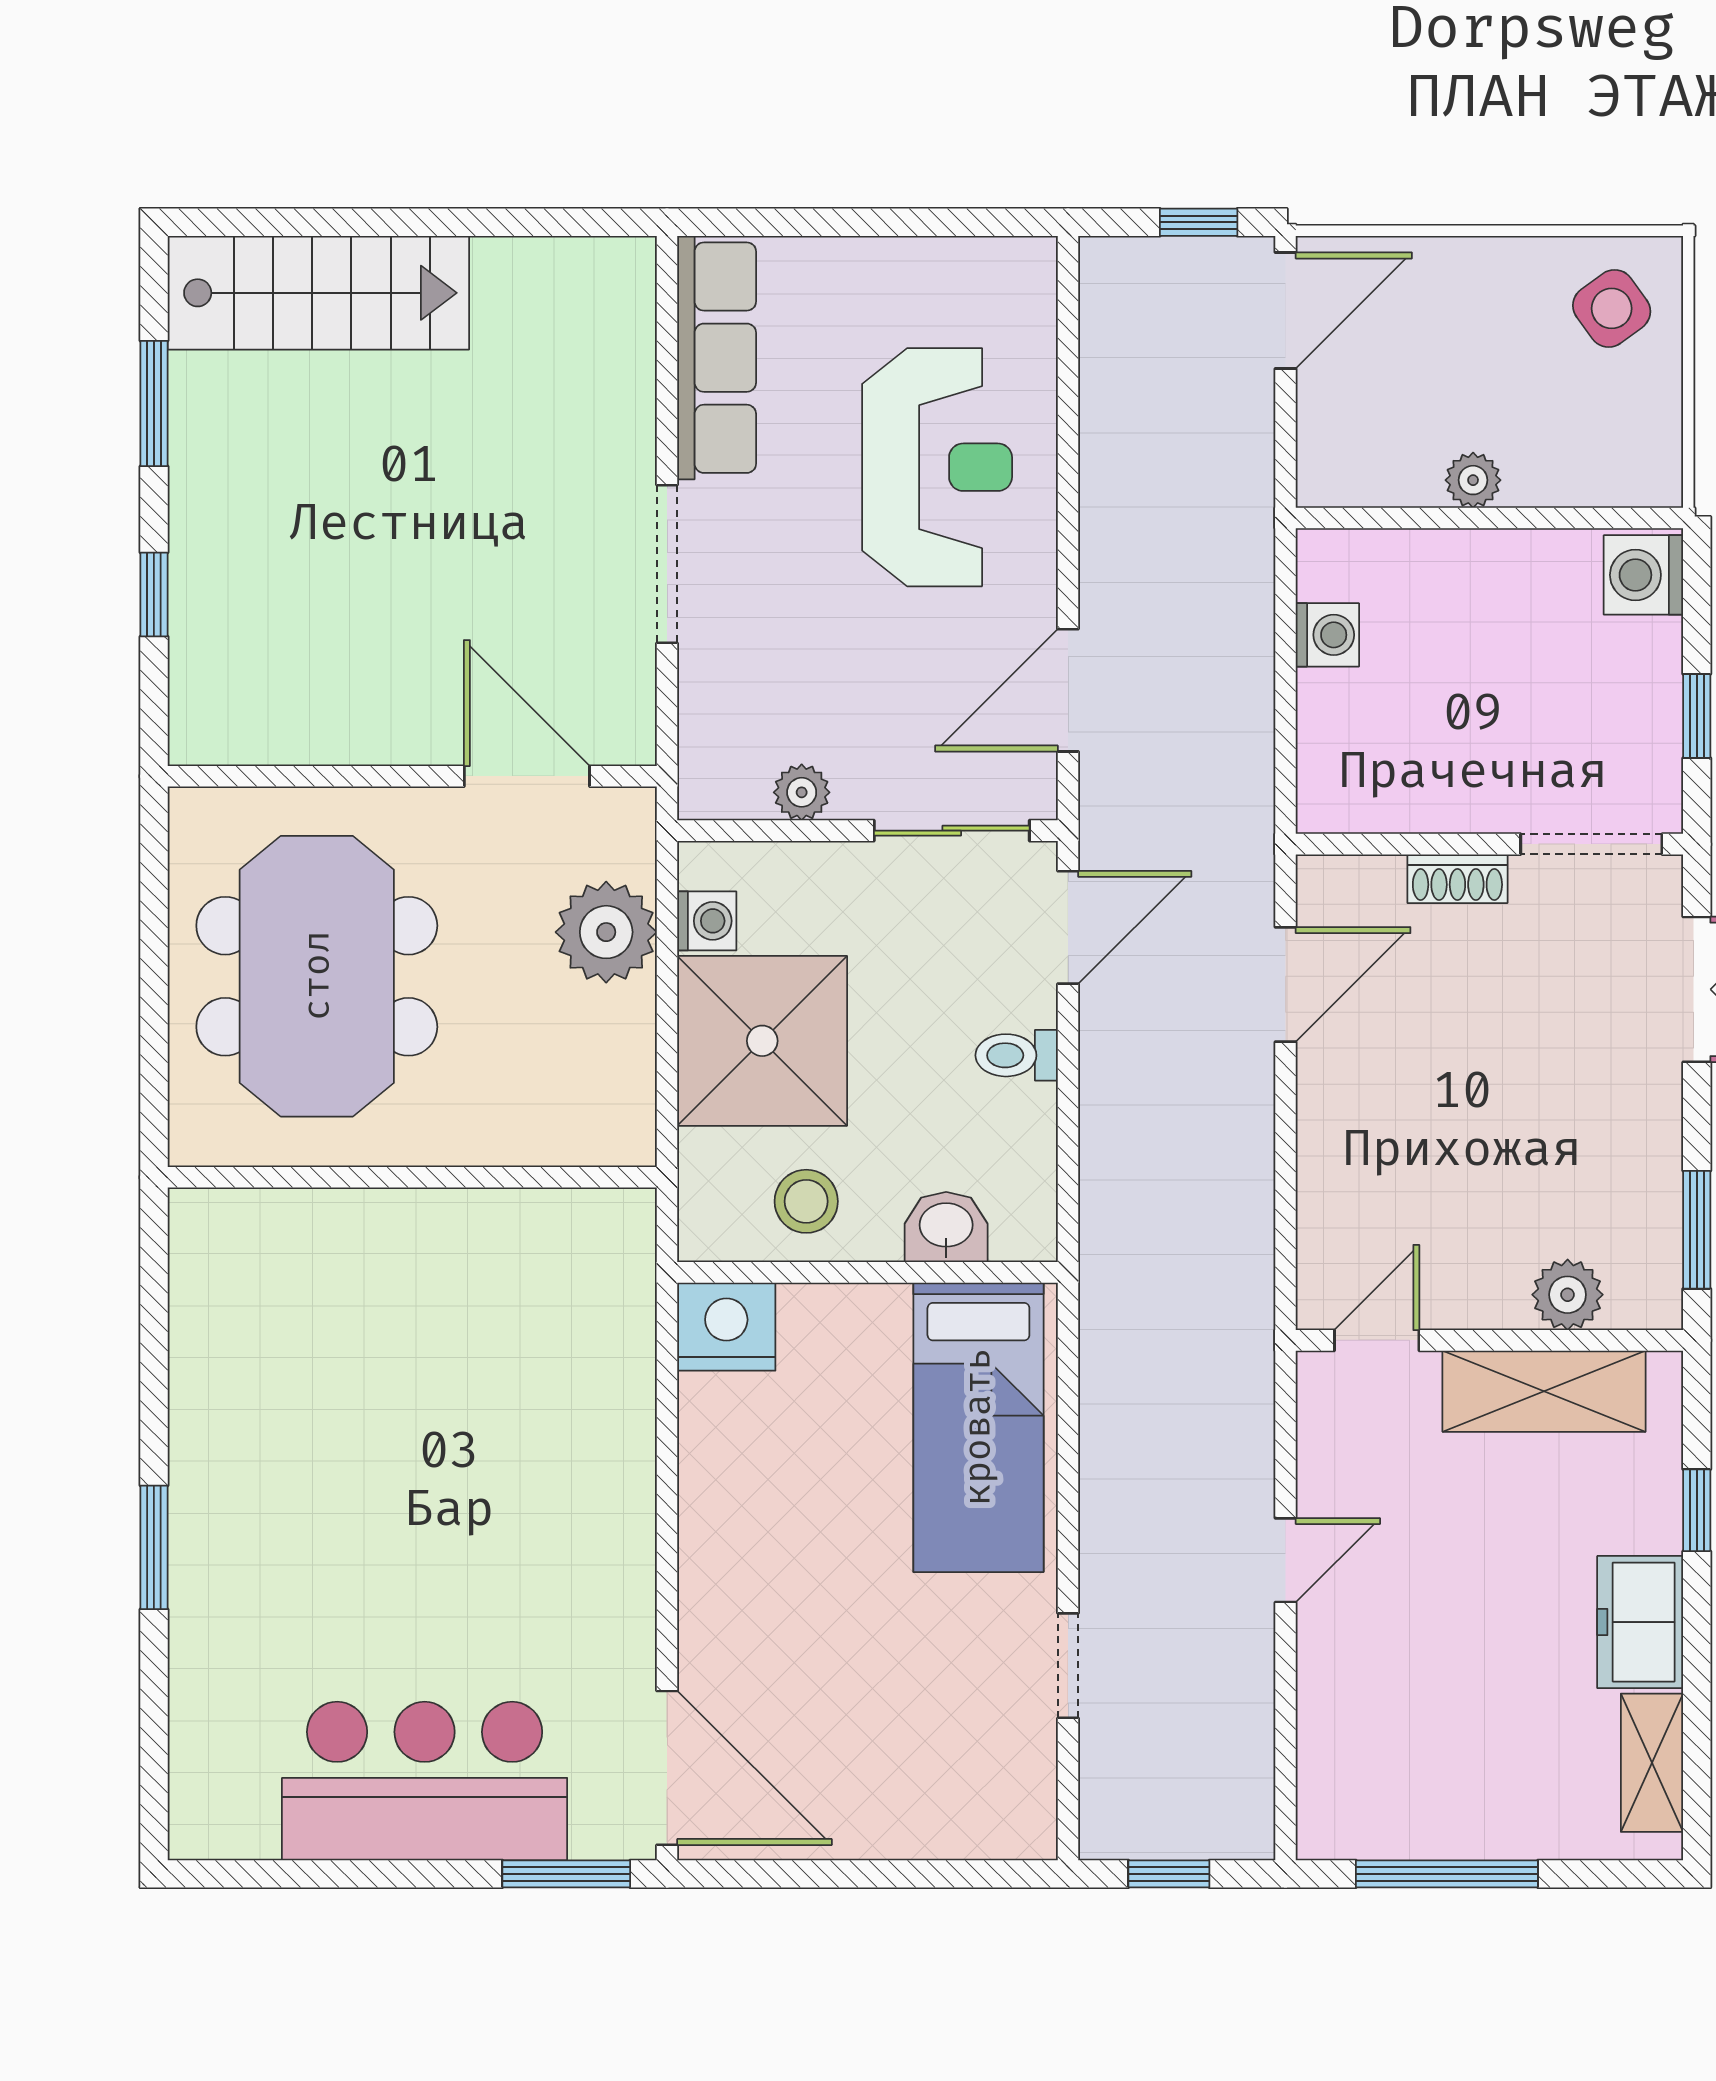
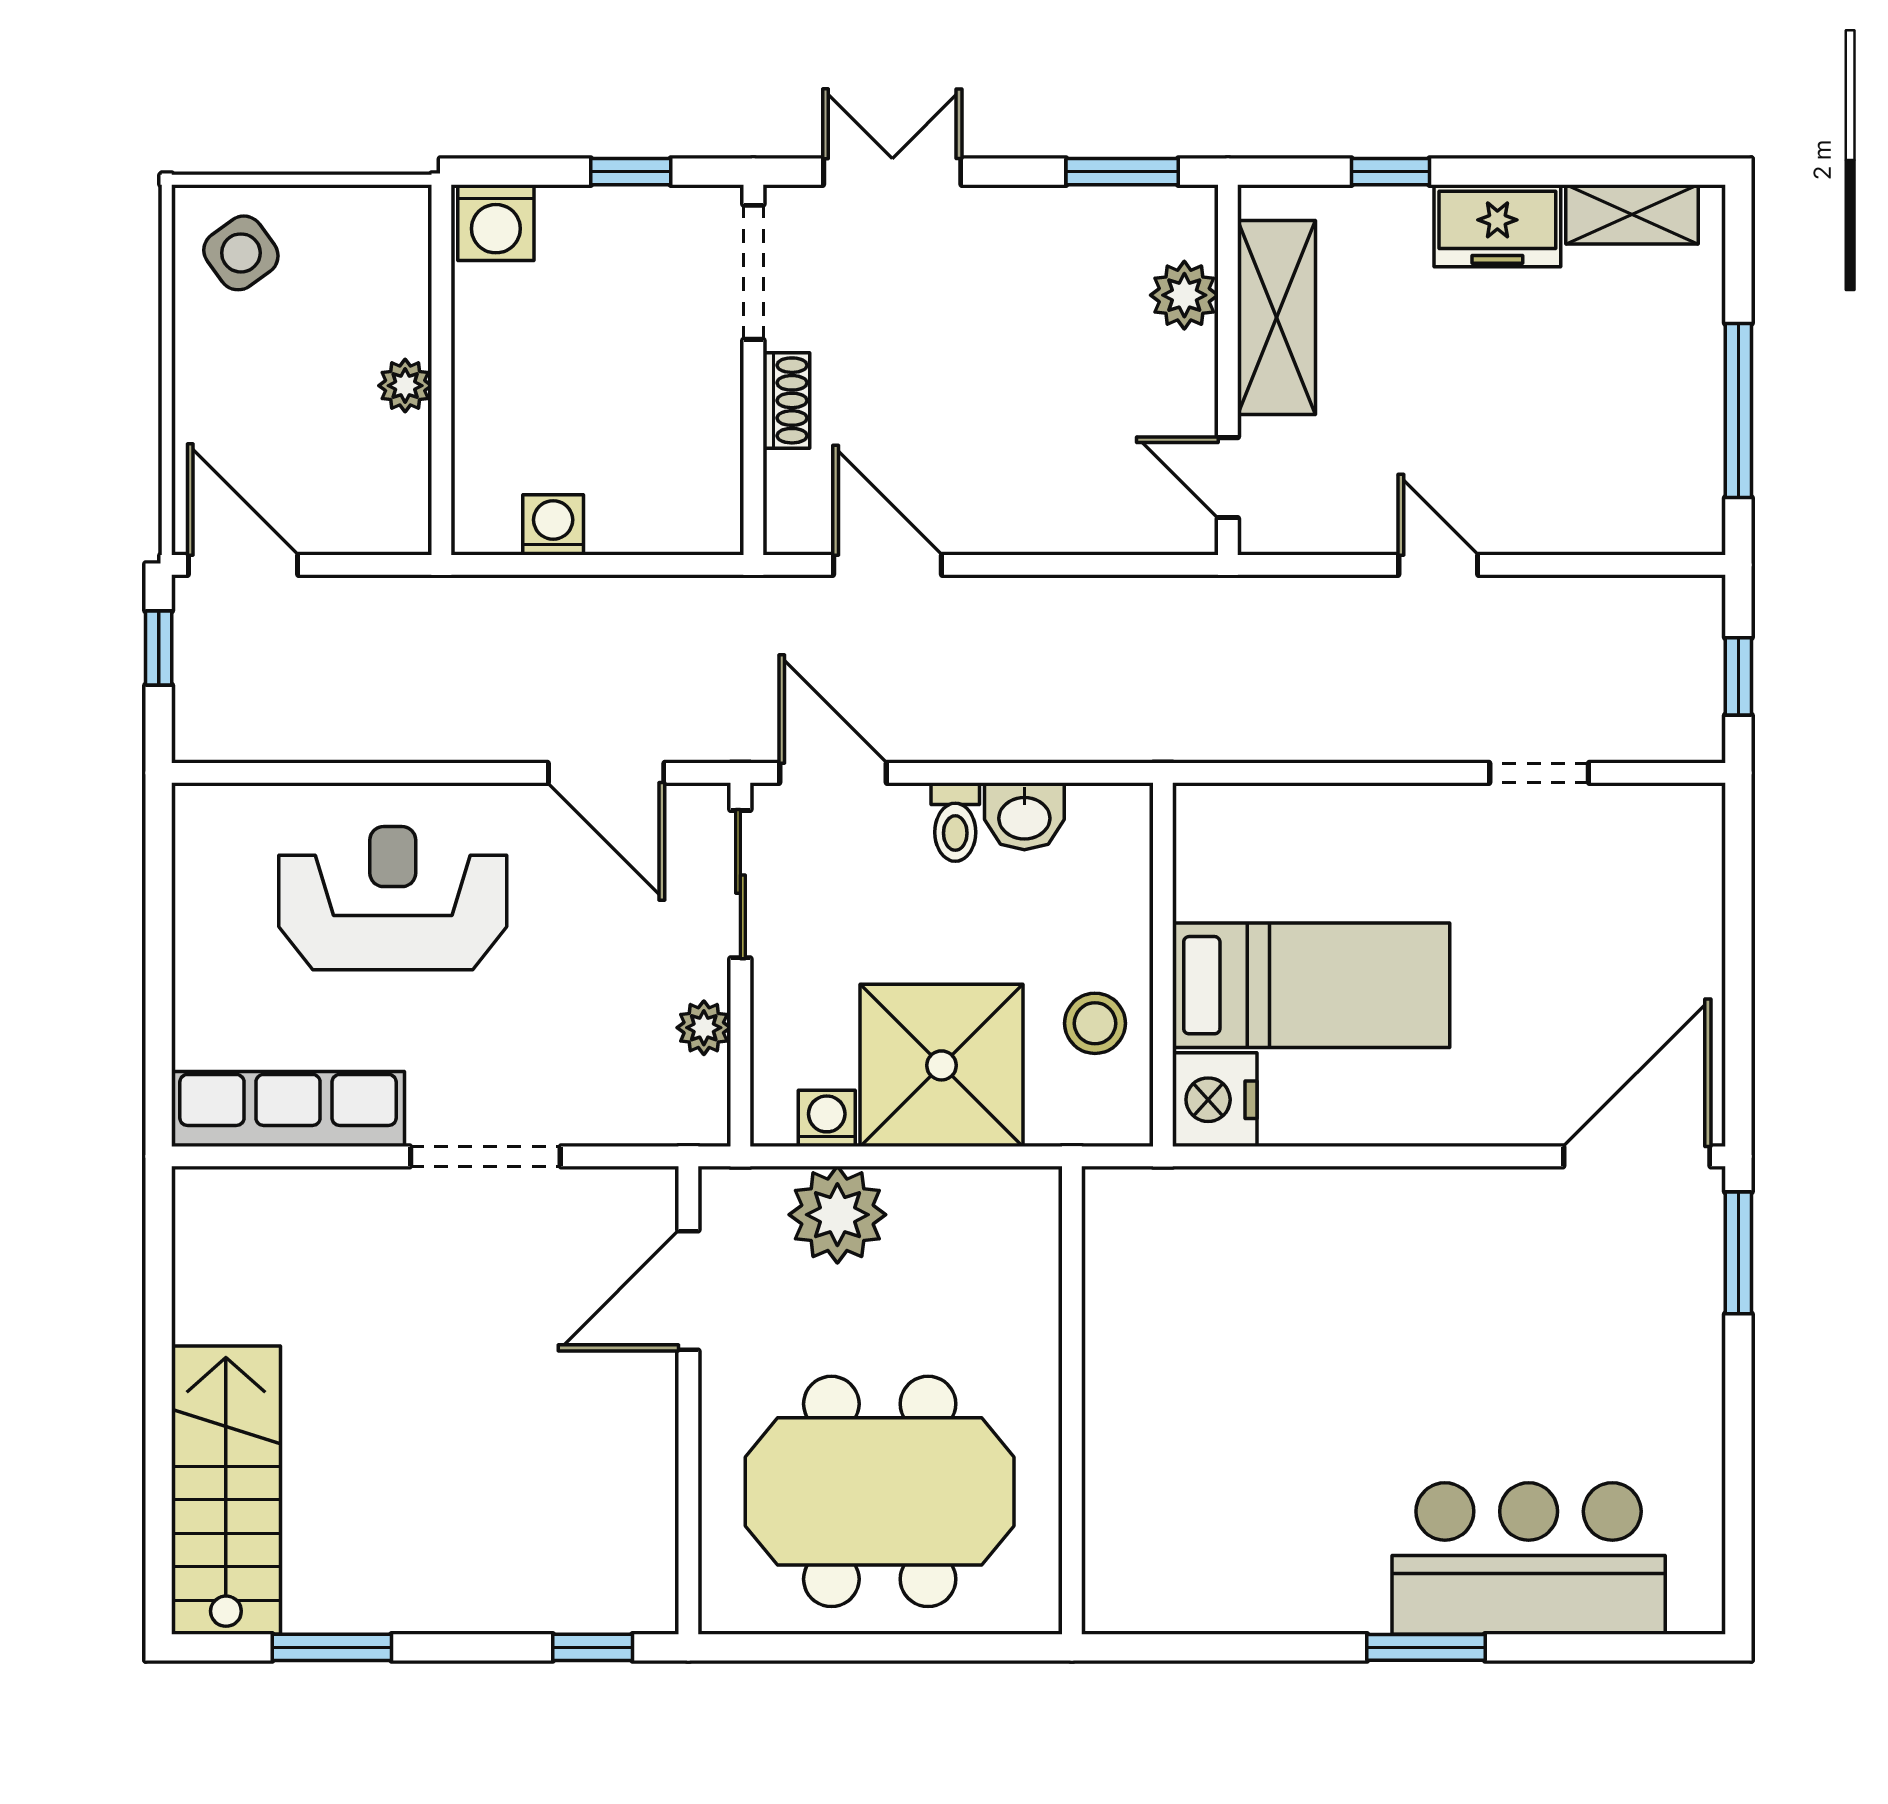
window: (154, 594) -> (593, 1647), moved
washbasin: (946, 1227) -> (1024, 816), moved, turned -90
bed: (978, 1427) -> (1311, 985), moved
bar counter: (425, 1781) -> (1529, 1558), moved, turned 90

